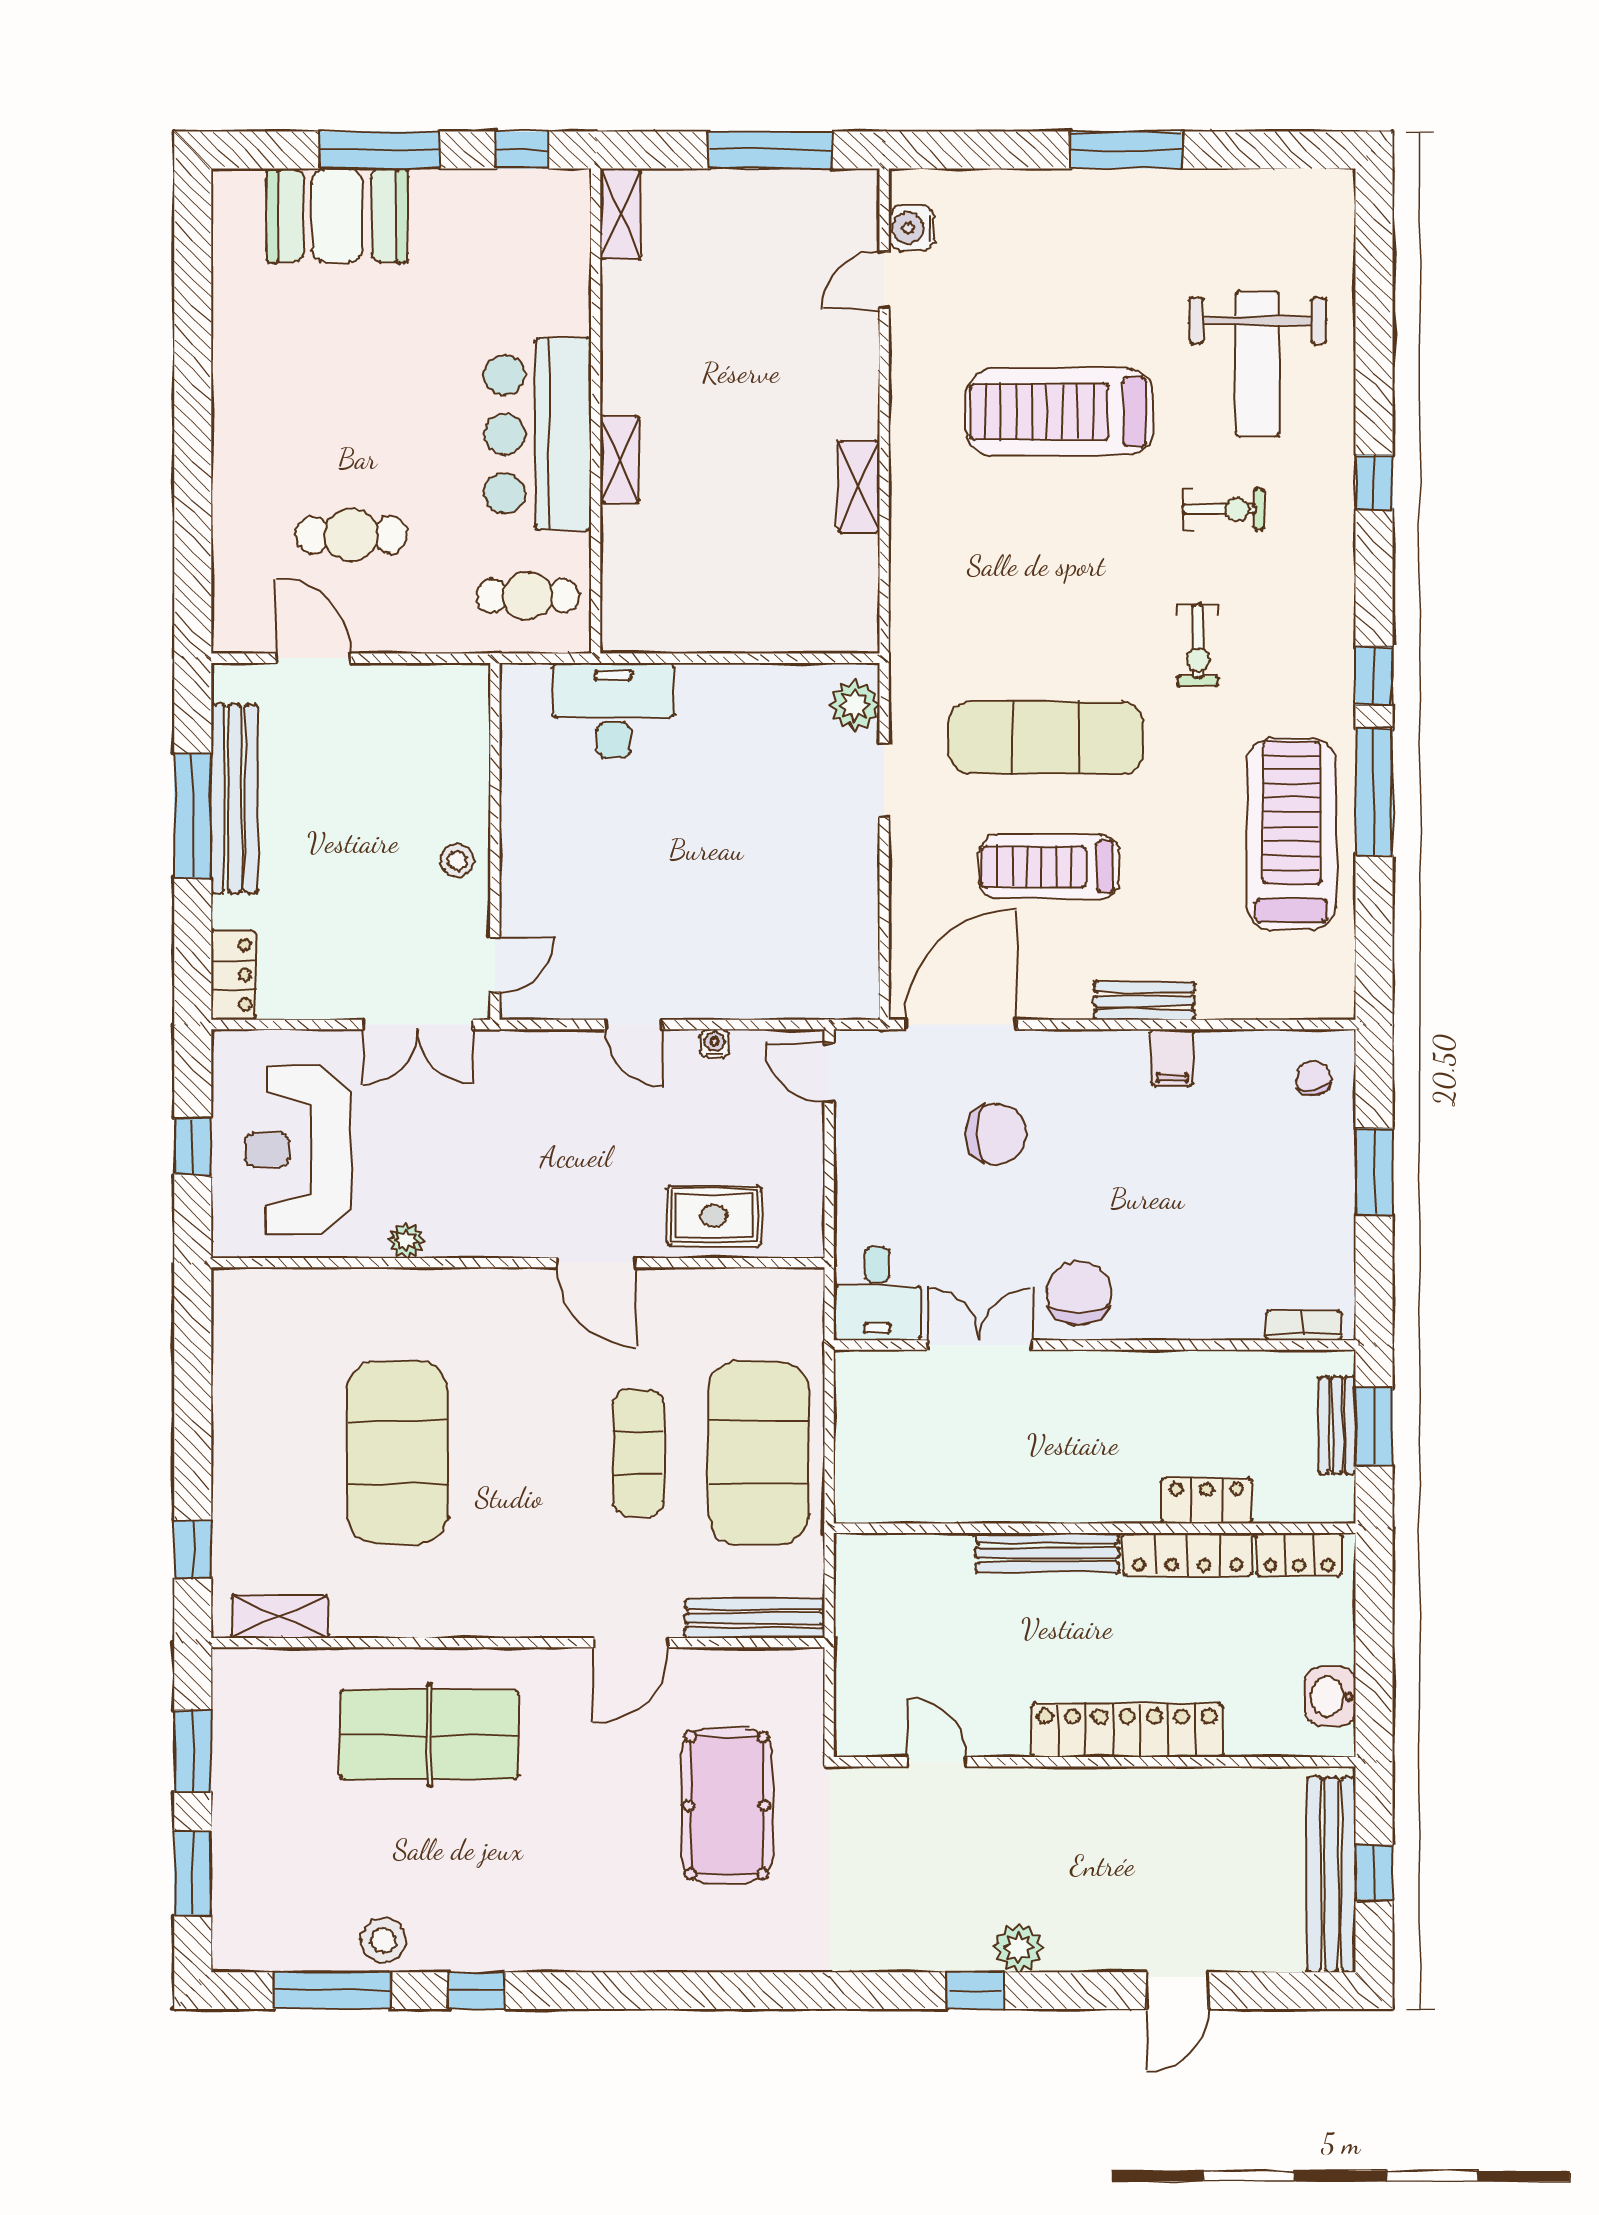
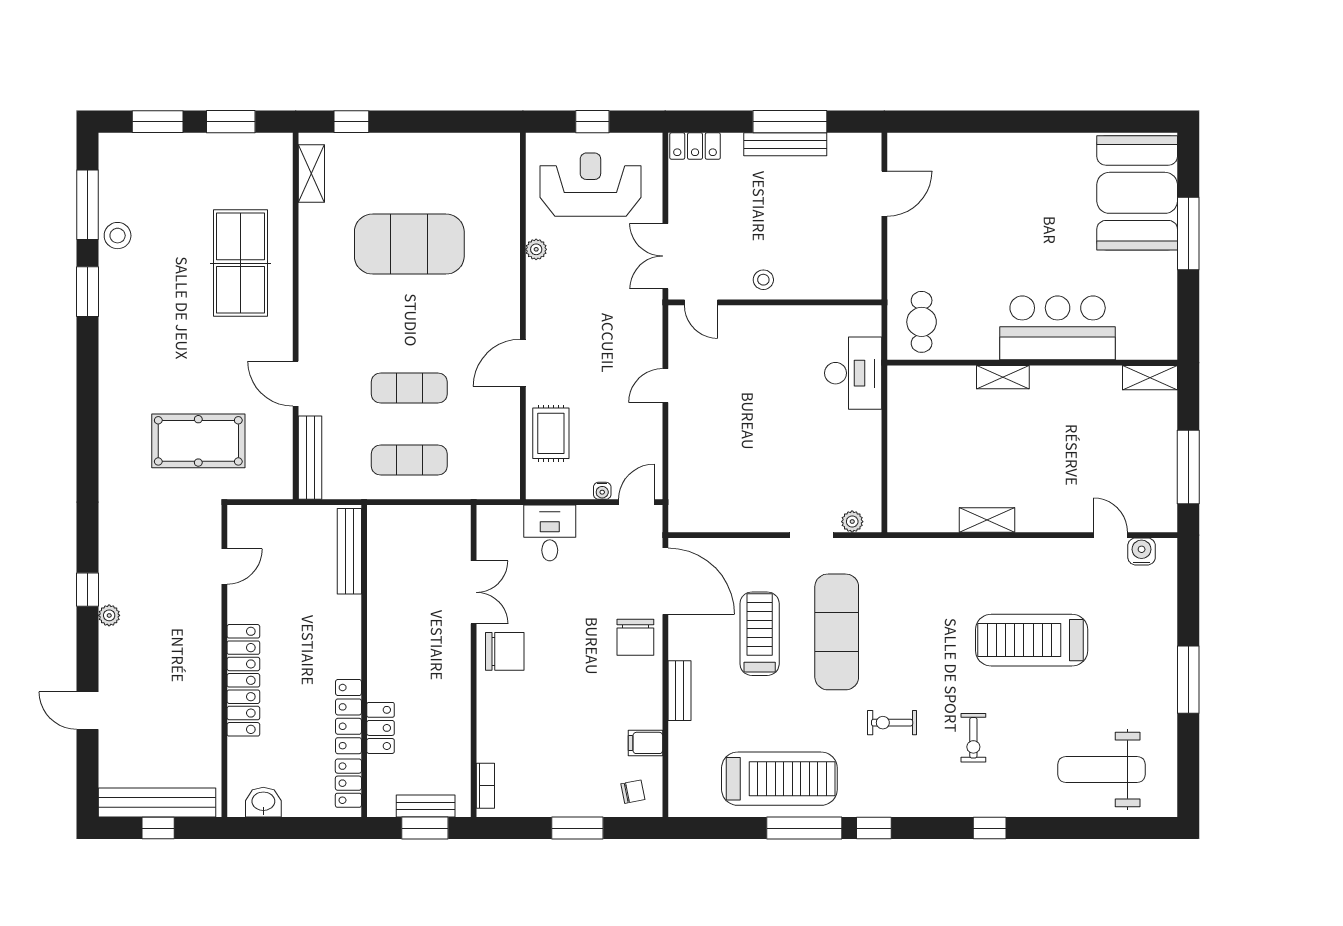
window: (522, 150) -> (1188, 319), removed
booth: (337, 215) -> (1137, 193), width x1.36, depth x1.42
weight bench: (1257, 364) -> (1102, 769), moved
treadmill: (1060, 412) -> (1032, 640), turned -90
bar counter: (538, 434) -> (1058, 328), moved
cafe table: (351, 535) -> (958, 216), removed
plant: (855, 705) -> (852, 522), width x0.73, depth x0.73
bench: (235, 798) -> (785, 144), width x0.73, depth x0.82
water cooler: (715, 1044) -> (602, 491), moved, turned 90
filing cabinet: (1172, 1058) -> (645, 743), moved
chair: (996, 1134) -> (635, 637), moved
desk: (877, 1294) -> (550, 533), moved, turned 90
exercise mat: (759, 1453) -> (409, 460), width x0.50, depth x0.69
bench: (1047, 1553) -> (349, 551), moved
plant: (1019, 1948) -> (109, 615), width x0.73, depth x0.73
window: (477, 1991) -> (88, 292), width x1.50

